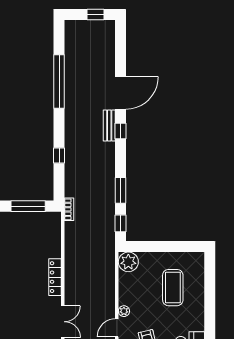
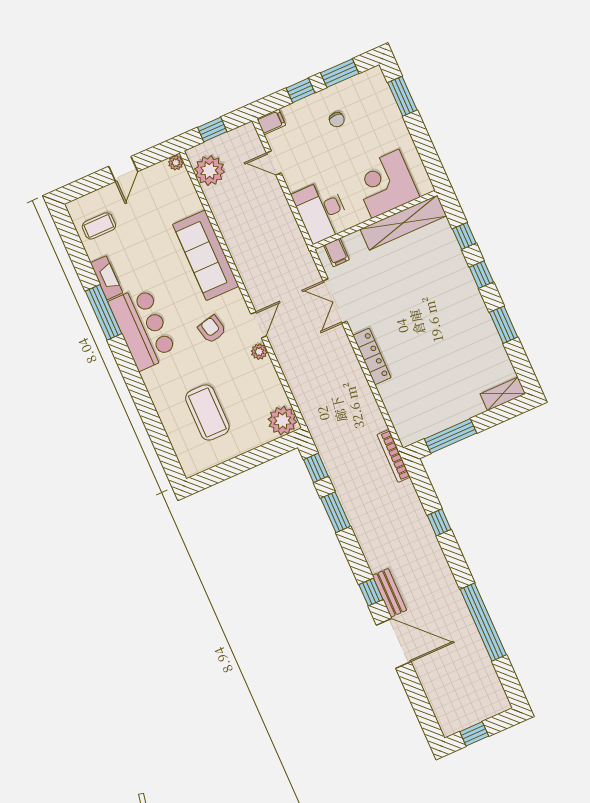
door: (121, 93) -> (394, 643), swing flipped
bookcase: (69, 209) -> (394, 456), width x1.56

